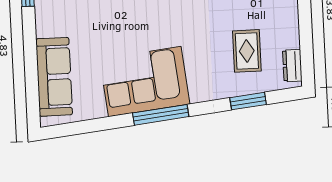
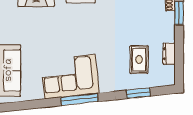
dresser: (292, 66) -> (169, 54), moved

